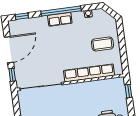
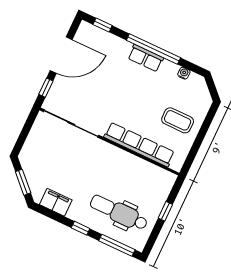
window: (128, 91) -> (165, 211), moved

